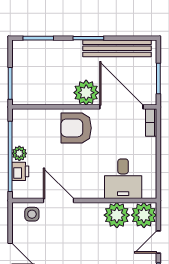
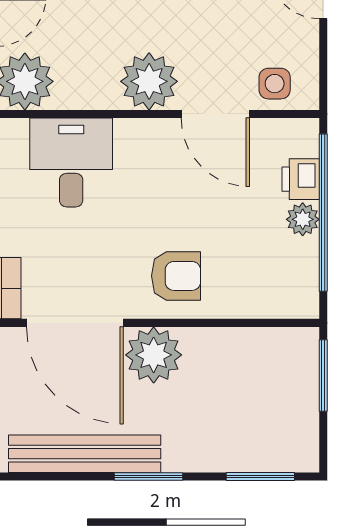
armchair: (76, 128) -> (176, 276), width x0.72, depth x0.72
plant: (117, 215) -> (149, 81), moved

